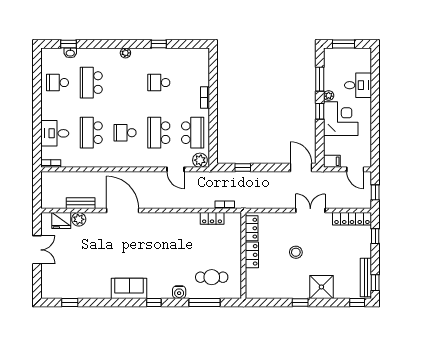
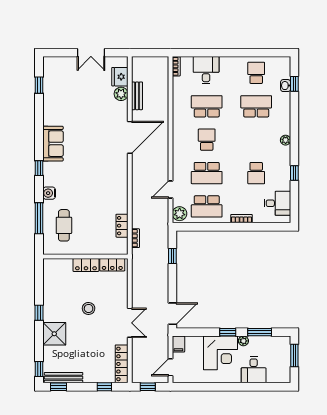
desk: (189, 61) -> (277, 203), added
school desk: (159, 83) -> (256, 173), turned 180
school desk: (159, 133) -> (207, 173), turned 180

